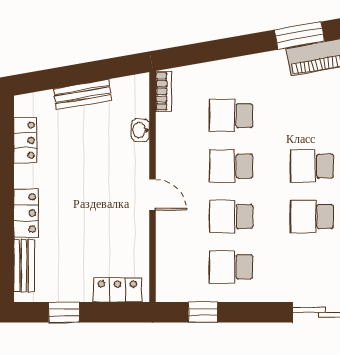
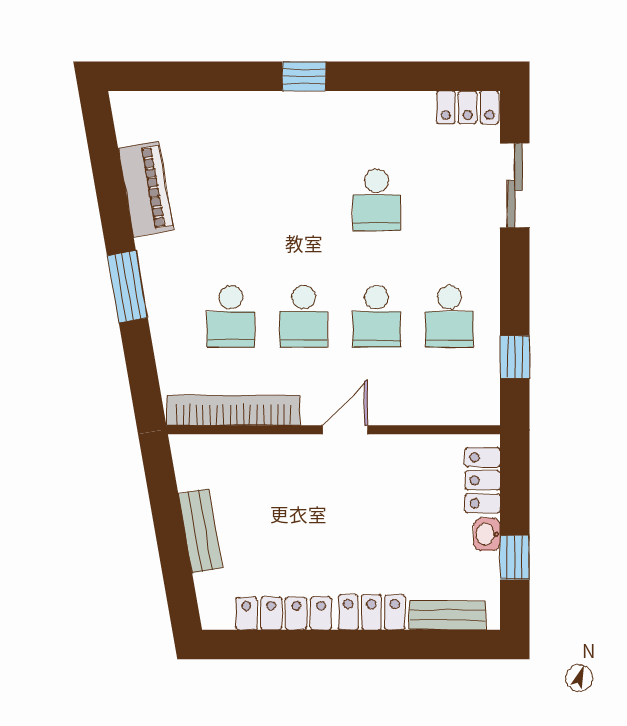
window: (300, 36) -> (127, 287), moved
bookcase: (164, 91) -> (234, 410), width x2.31, depth x1.31
washbasin: (140, 130) -> (487, 534), moved, turned 90
locker: (25, 140) -> (284, 613), width x1.53
school desk: (312, 166) -> (304, 200), removed

